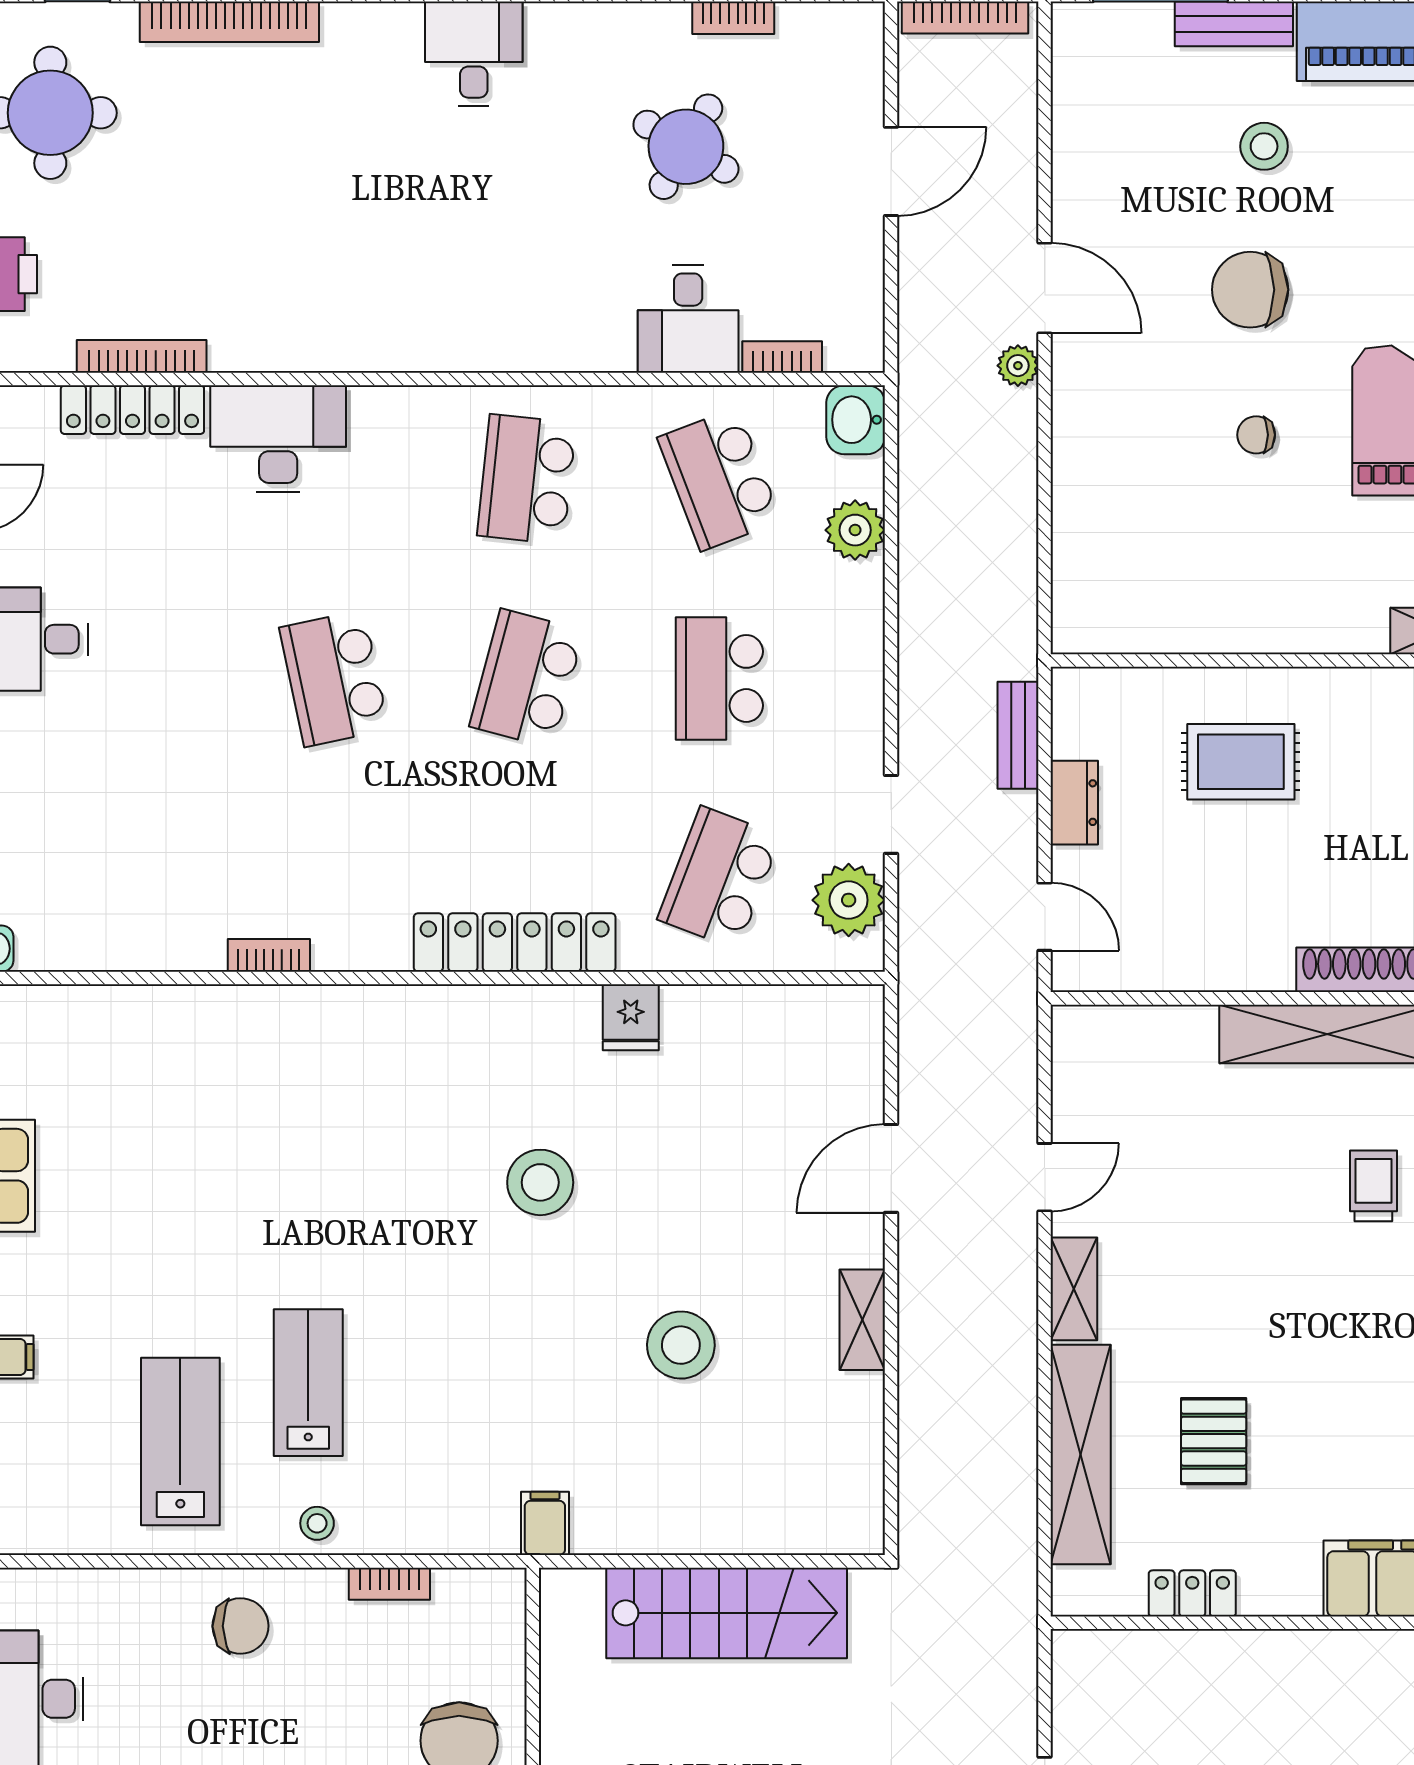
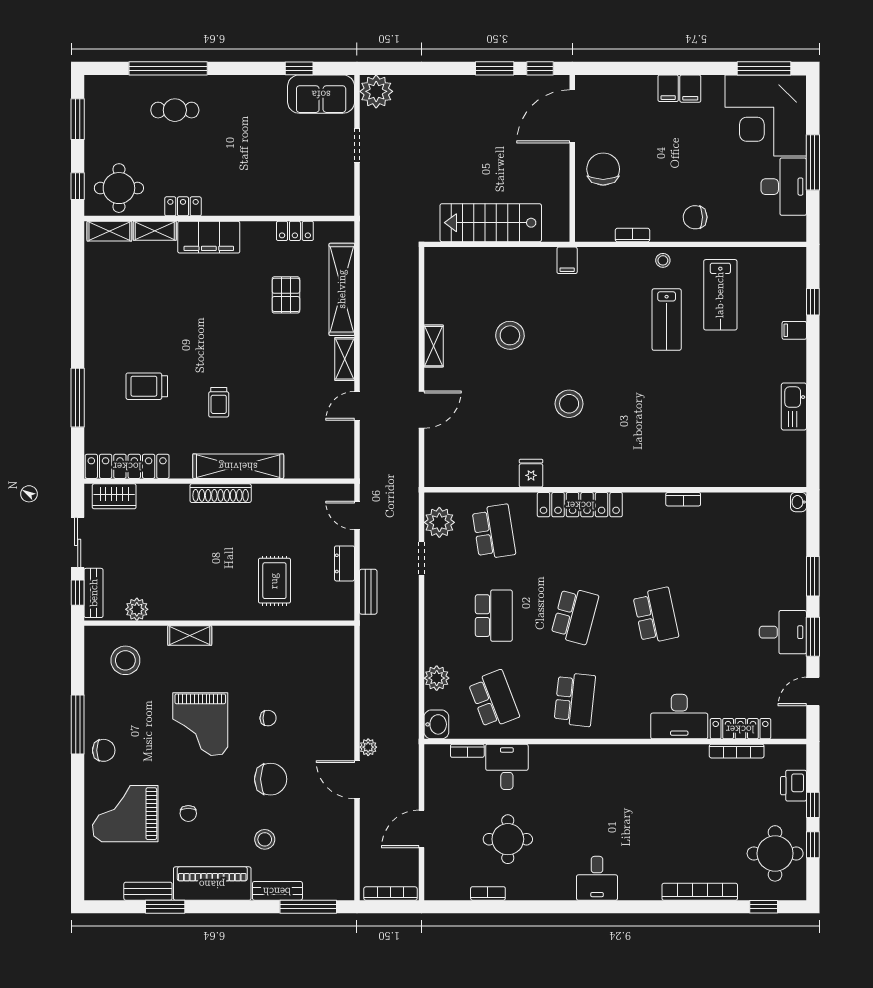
round table: (686, 147) -> (508, 839), turned -30
rug: (1241, 762) -> (274, 581), turned 90
school desk: (719, 878) -> (494, 532), turned -30

